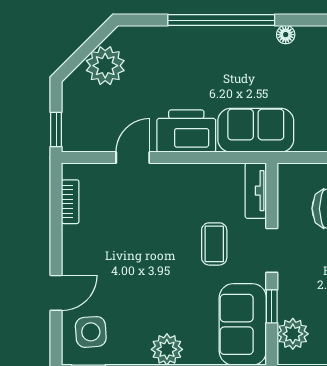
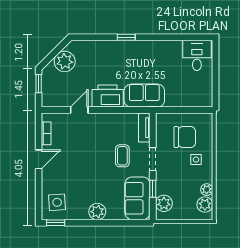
window: (221, 20) -> (126, 37), width x0.32
floor lamp: (286, 35) -> (160, 45), removed
window: (56, 130) -> (39, 84), moved
door: (56, 293) -> (39, 159), moved

